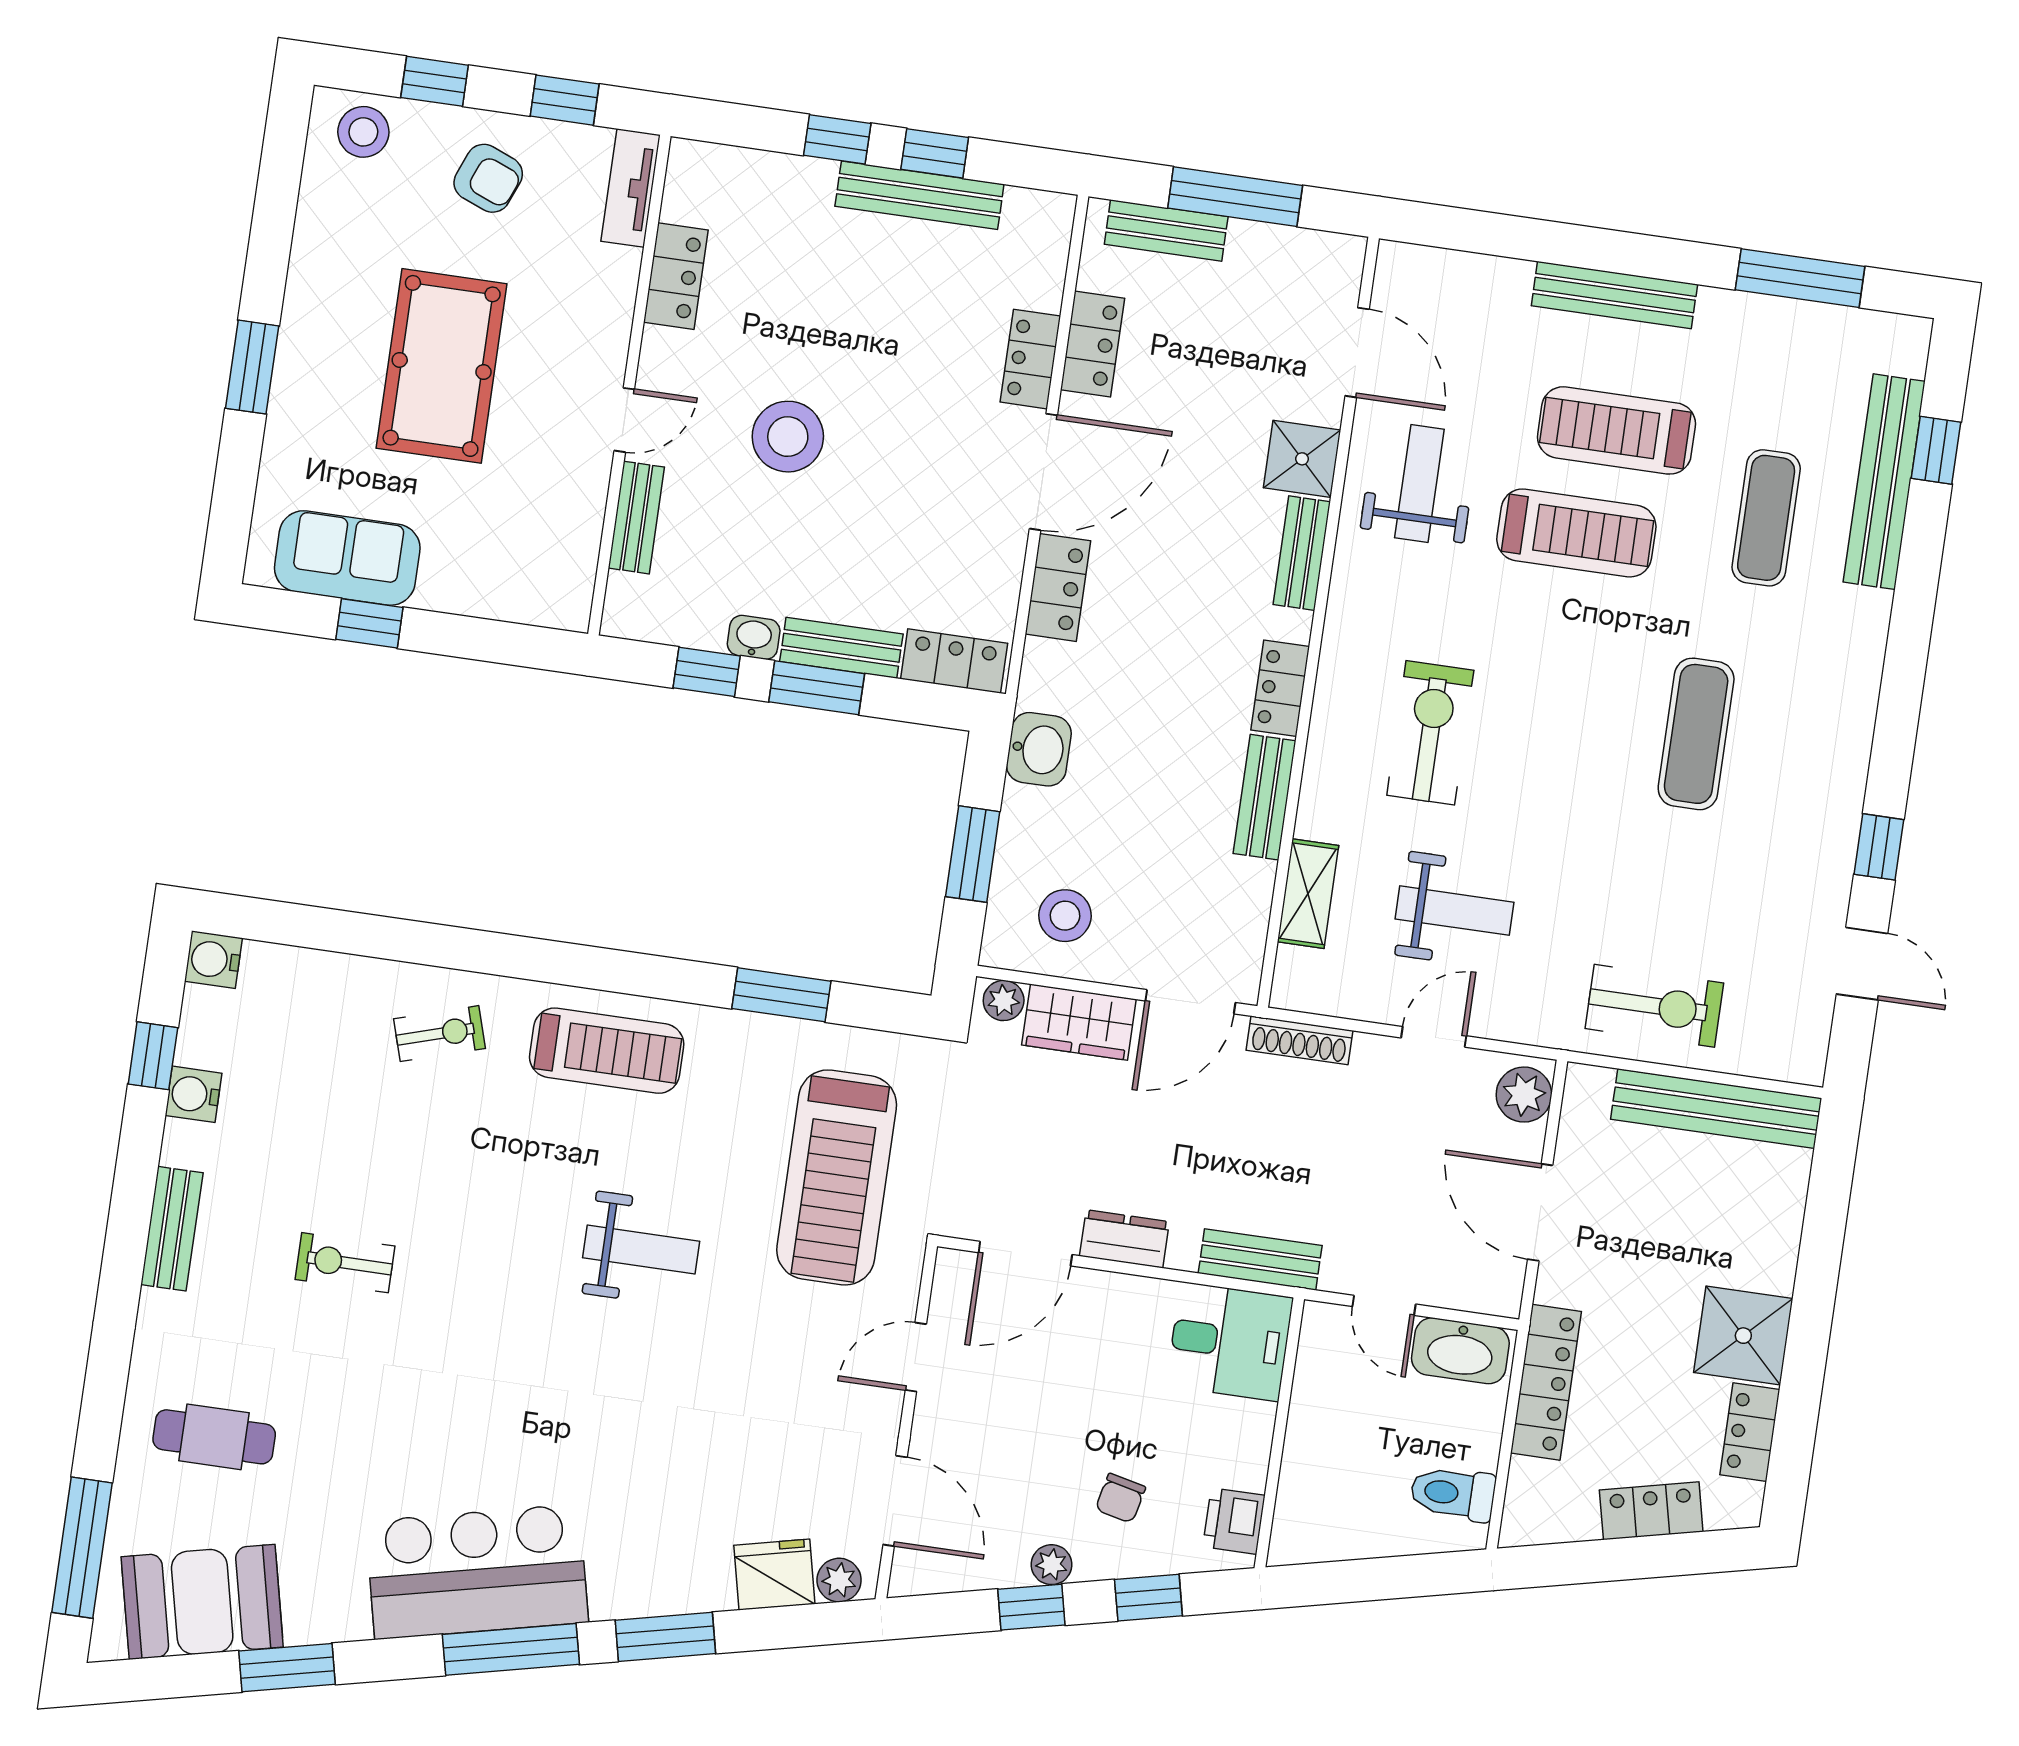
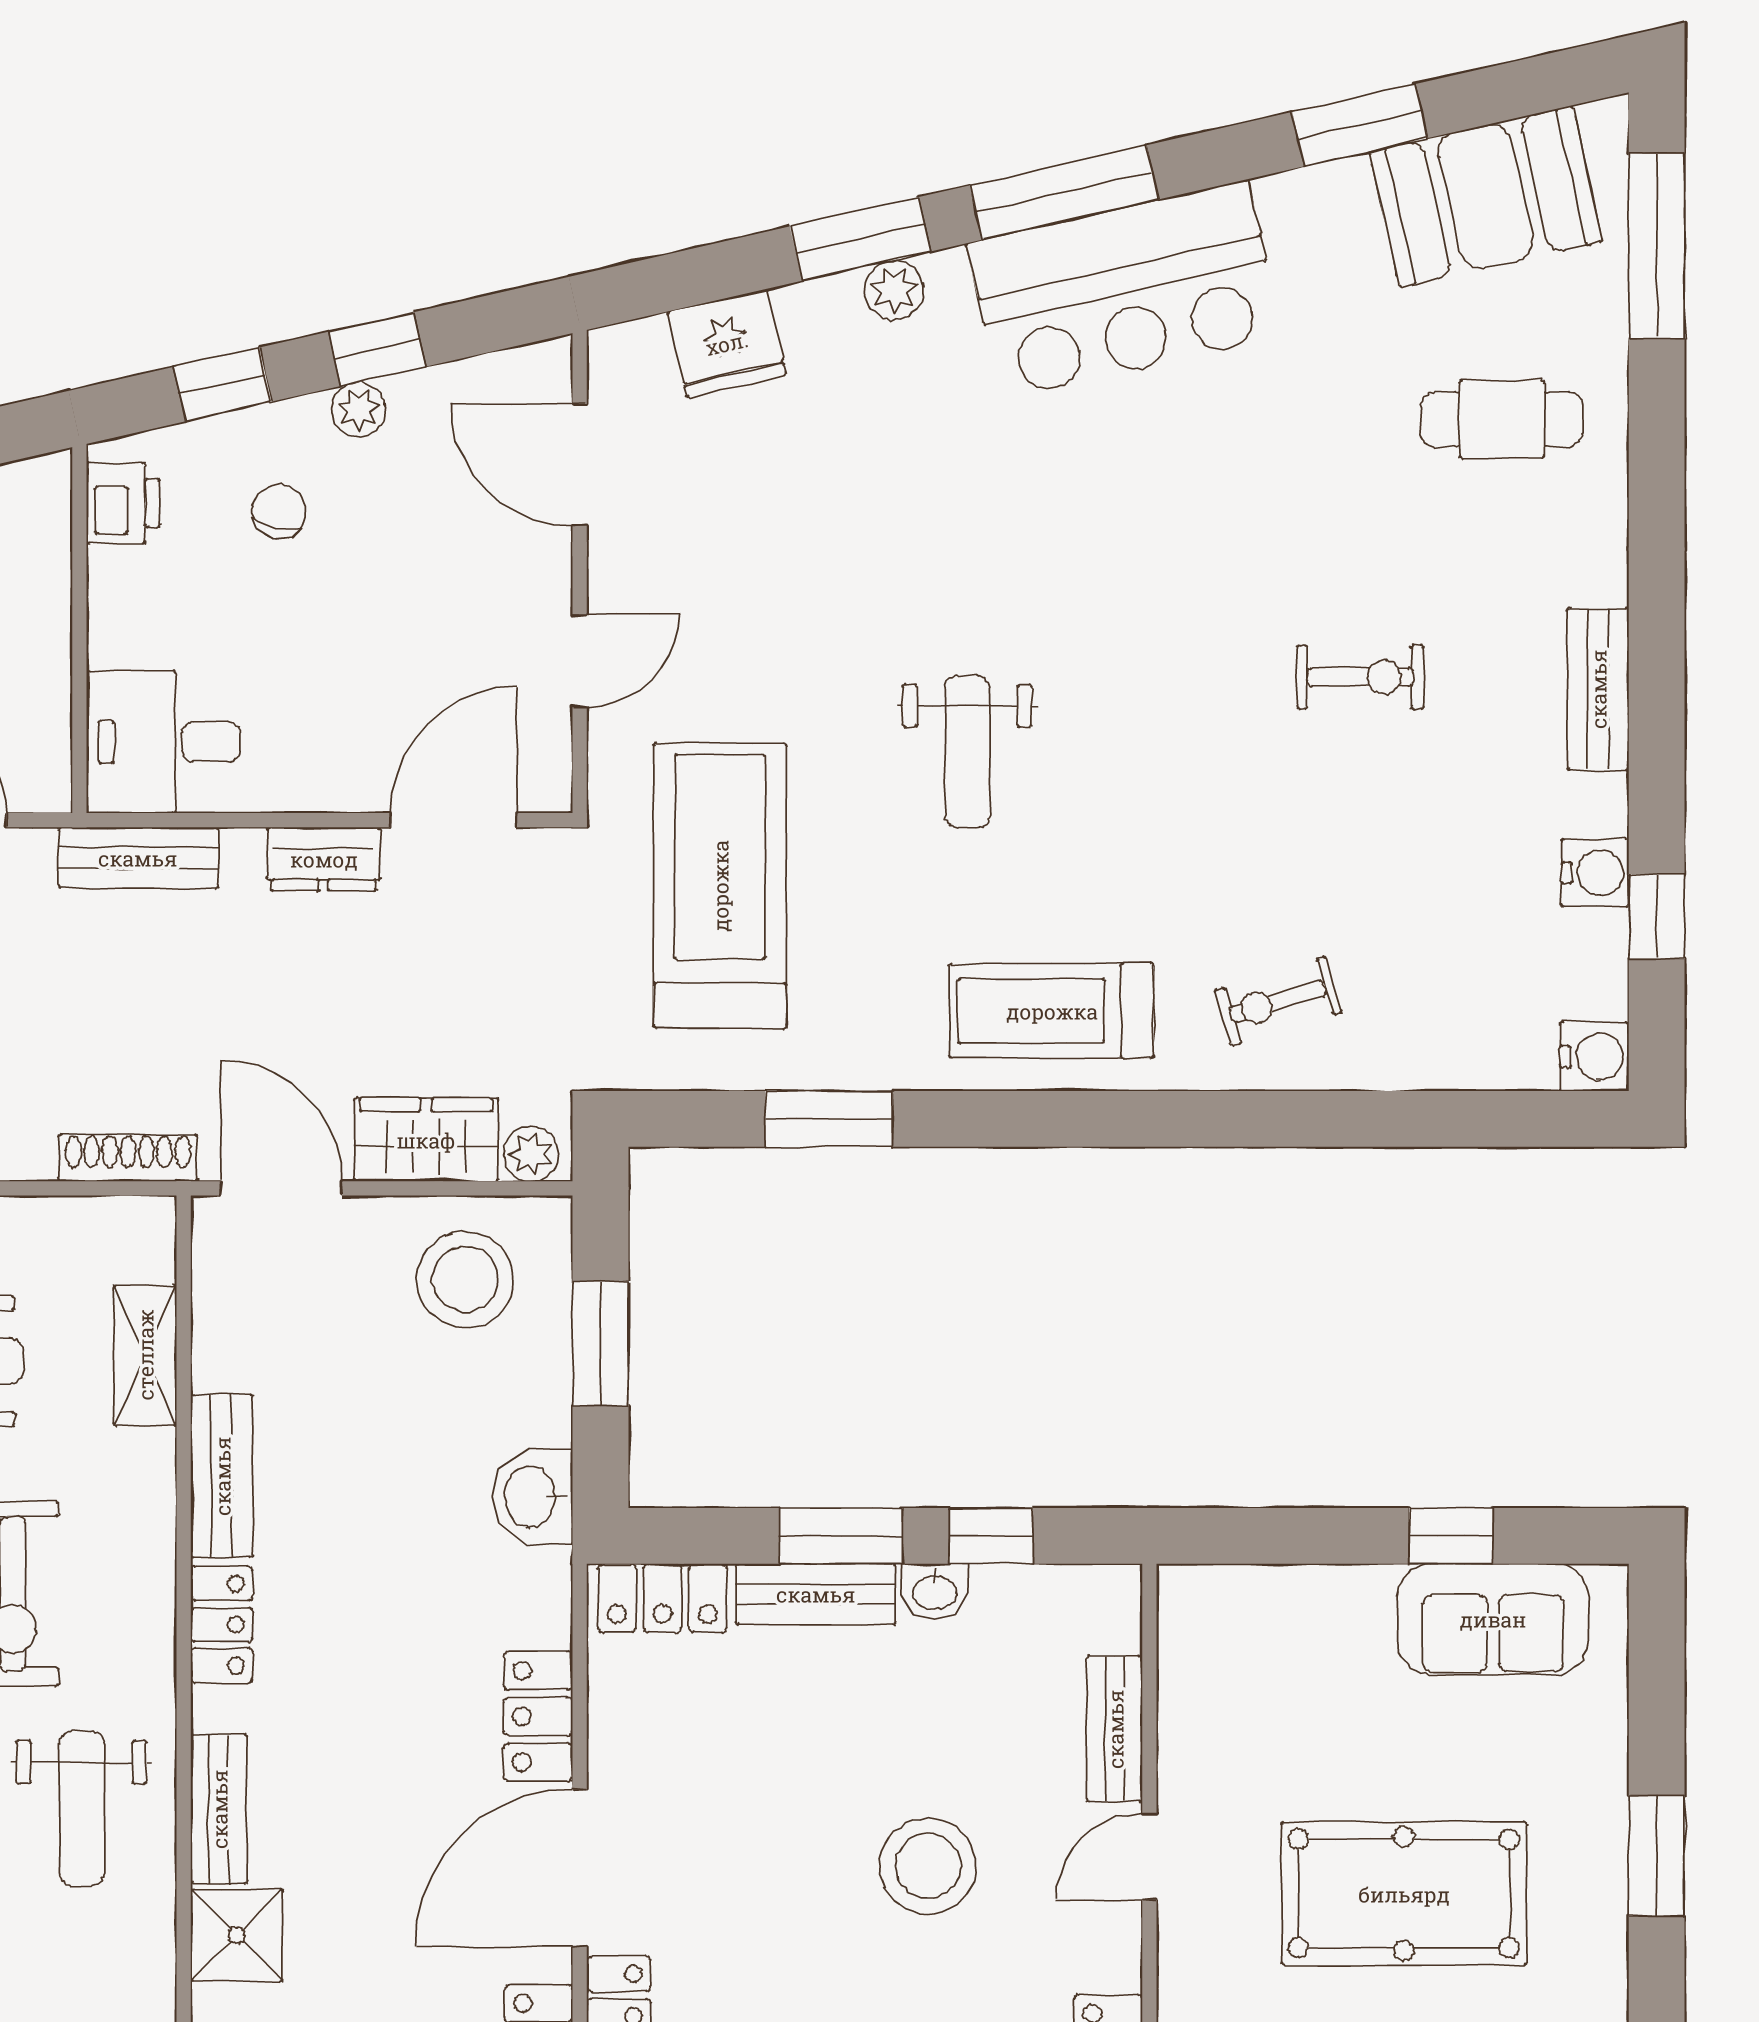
pool table: (442, 366) -> (1404, 1894), turned 90
weight bench: (1419, 484) -> (82, 1809), moved
stool: (1065, 916) -> (465, 1279), width x1.38, depth x1.38
door: (1190, 1002) -> (281, 1188), hinge flipped
weight bench: (641, 1249) -> (967, 752), turned -90
plant: (839, 1580) -> (894, 290), moved

